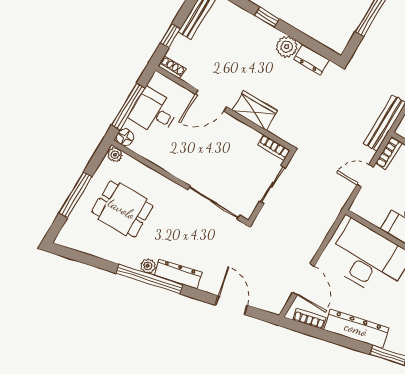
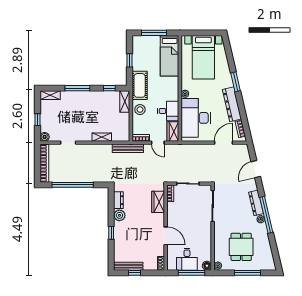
window: (170, 36) -> (134, 273), moved
wardrobe: (255, 111) -> (158, 202), moved
wardrobe: (369, 210) -> (173, 131), added

